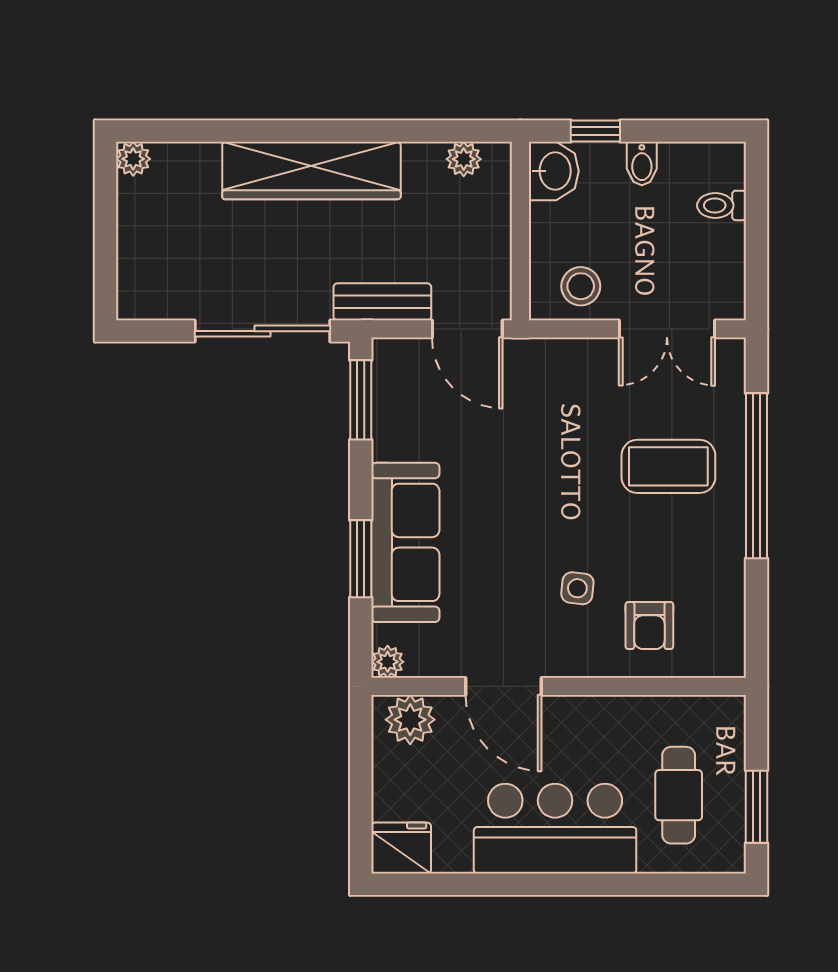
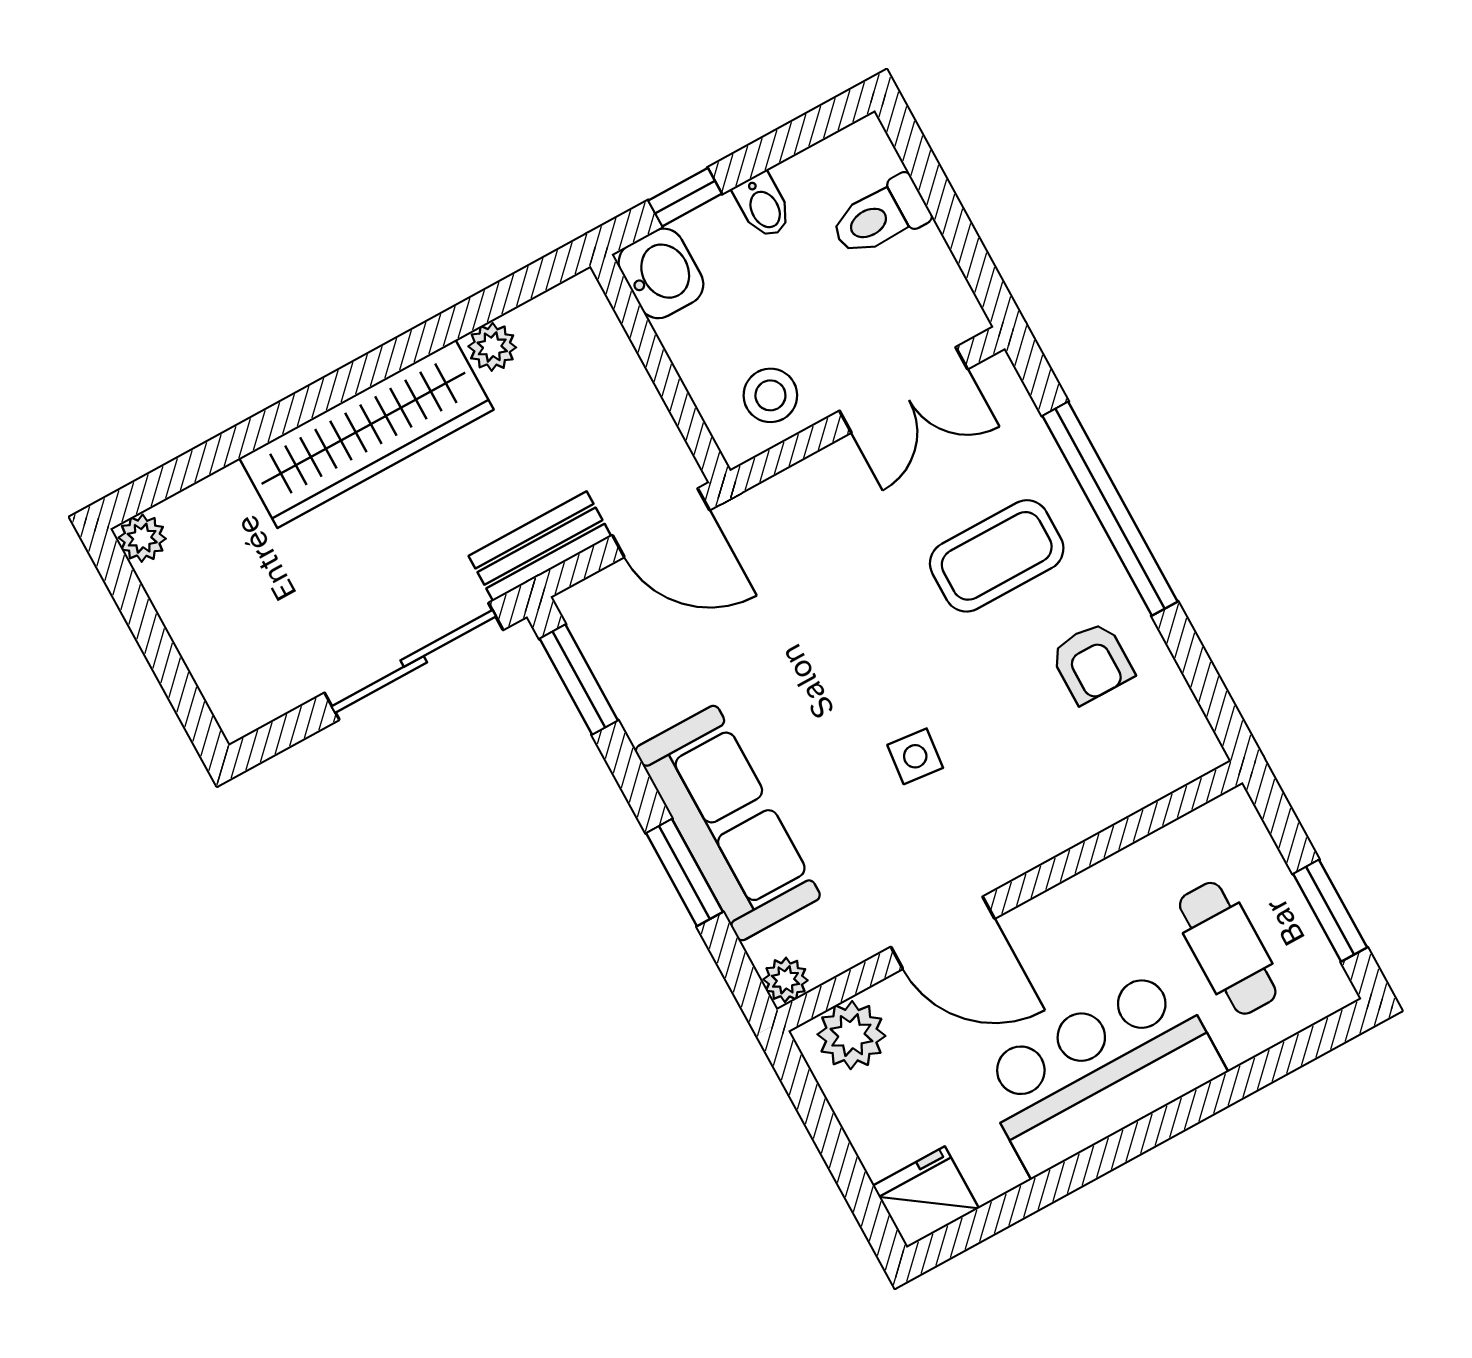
plant: (464, 159) -> (492, 347), moved
toilet: (722, 205) -> (880, 217), width x1.37, depth x1.39
side table: (577, 588) -> (915, 756), moved
armchair: (649, 626) -> (1092, 663), moved

